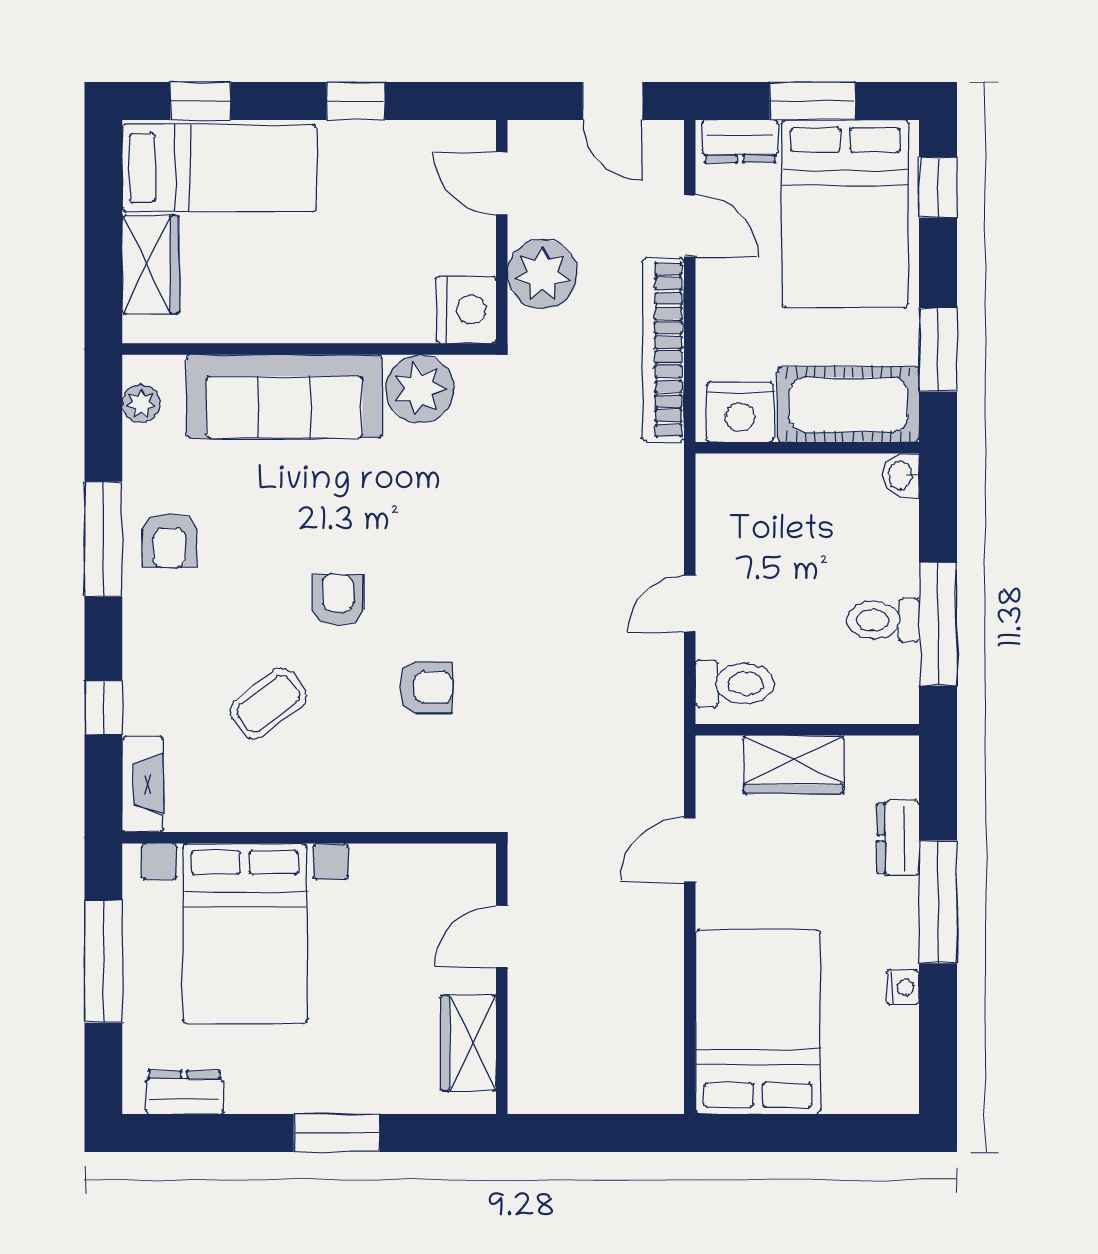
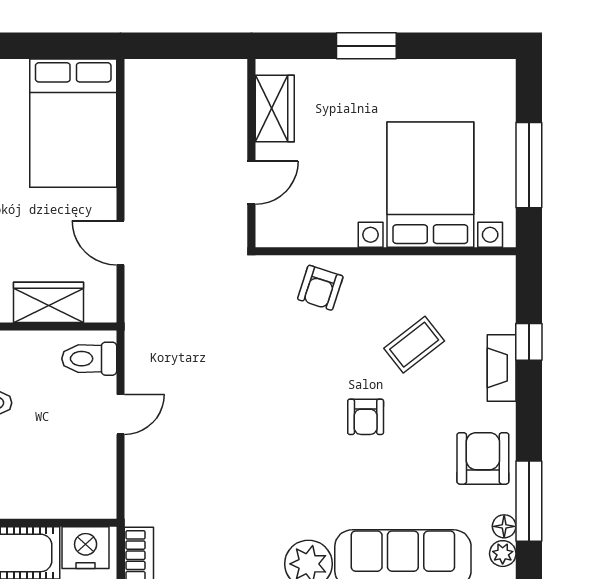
floor lamp: (139, 443) -> (504, 526), added
window: (103, 539) -> (529, 501), moved
armchair: (169, 540) -> (483, 458), width x1.38, depth x1.38
armchair: (426, 688) -> (320, 288), moved, turned -72
fireplace: (143, 784) -> (502, 368), moved
door: (690, 850) -> (121, 243), swing flipped
dresser: (184, 1092) -> (472, 74), removed

